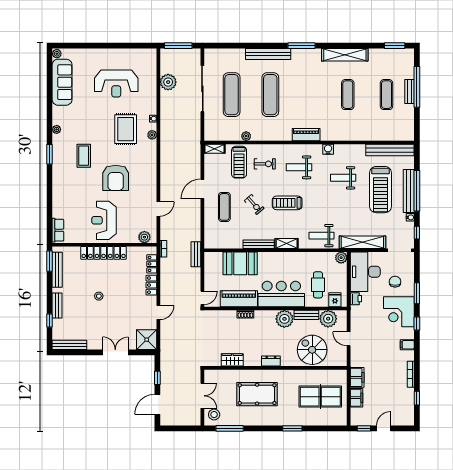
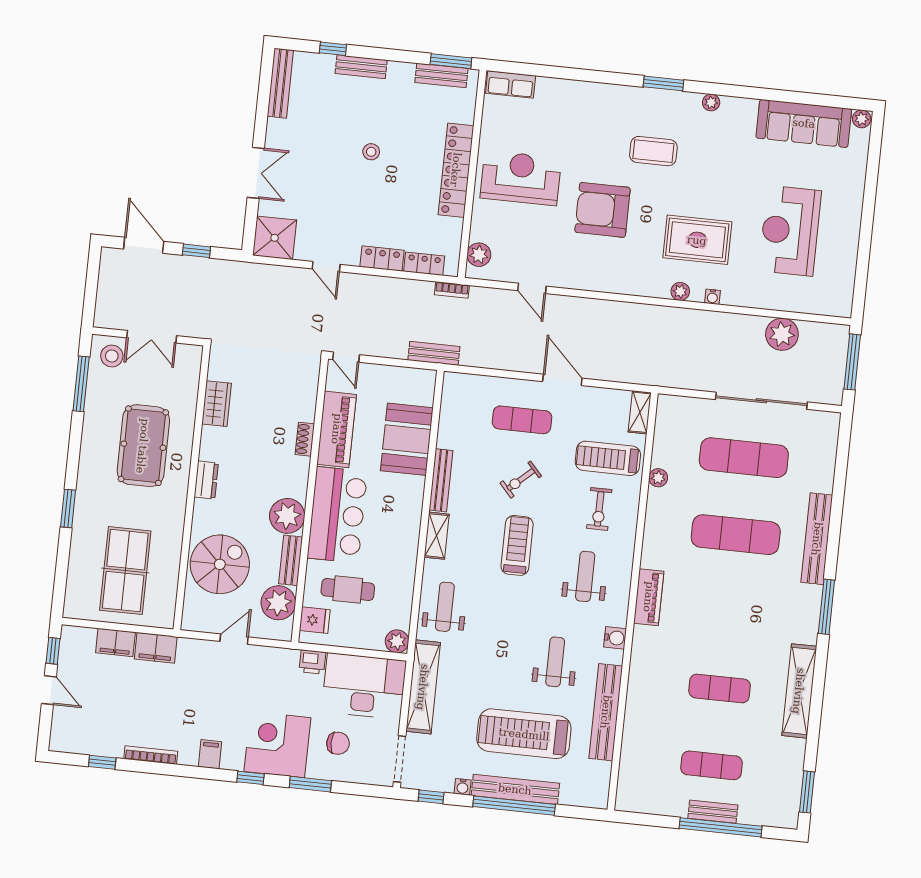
bench: (390, 150) -> (606, 712), moved
bench: (57, 270) -> (441, 75), width x0.73

